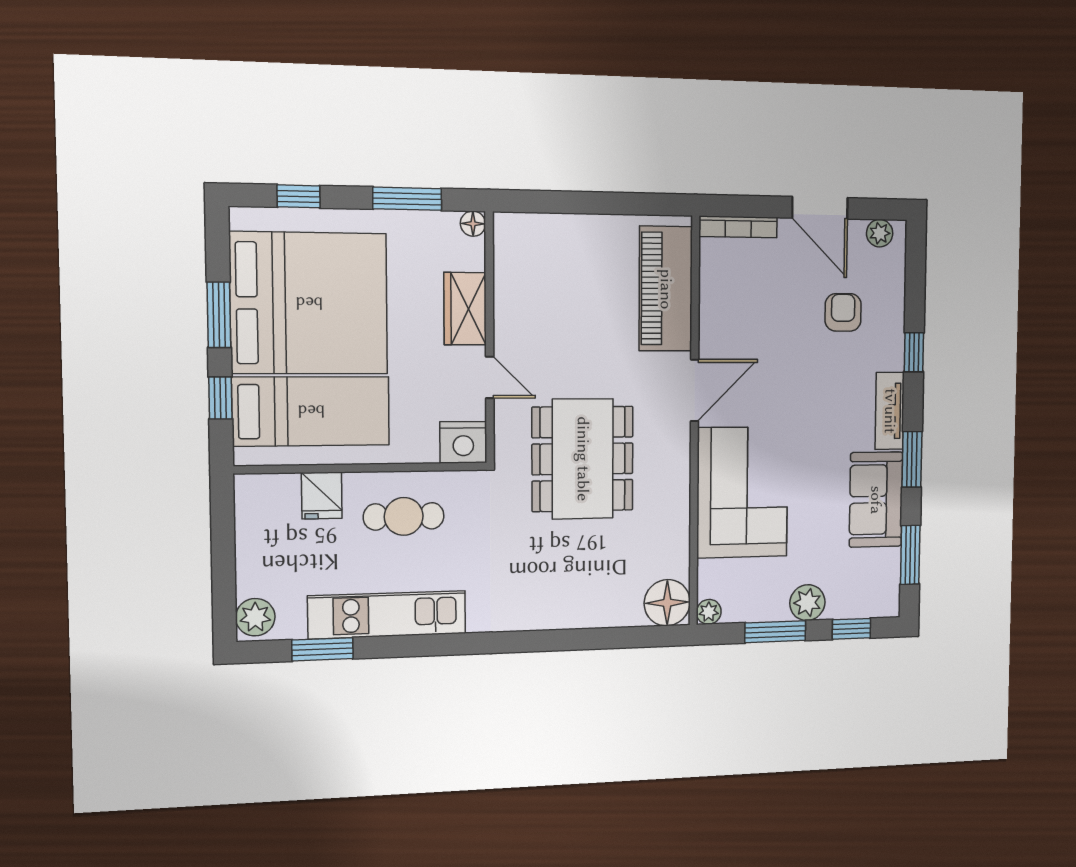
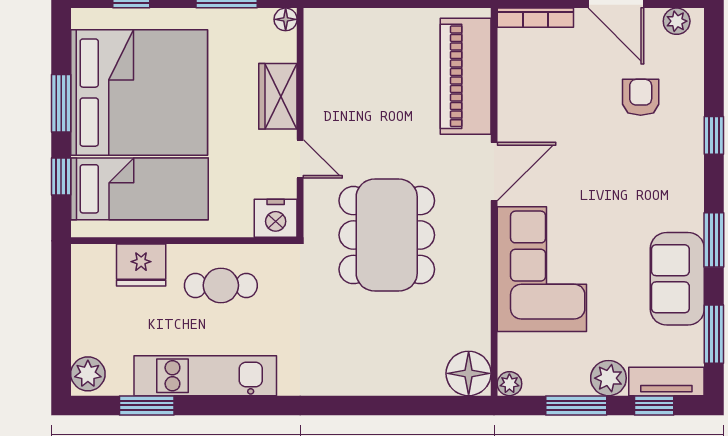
tv unit: (890, 411) -> (666, 381), moved, turned 90
fridge: (322, 496) -> (141, 265), width x1.38

